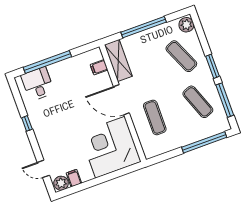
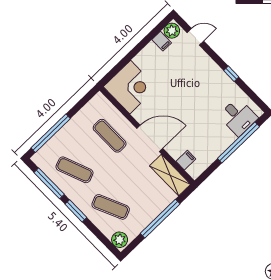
corner desk: (110, 147) -> (130, 87), width x0.74, depth x0.74

